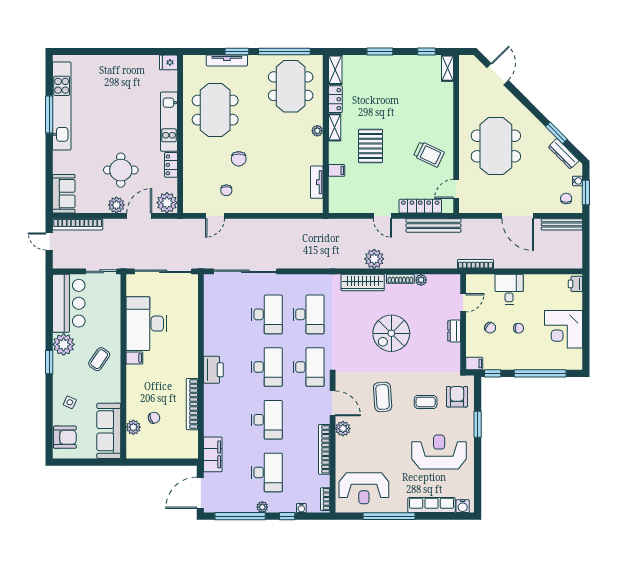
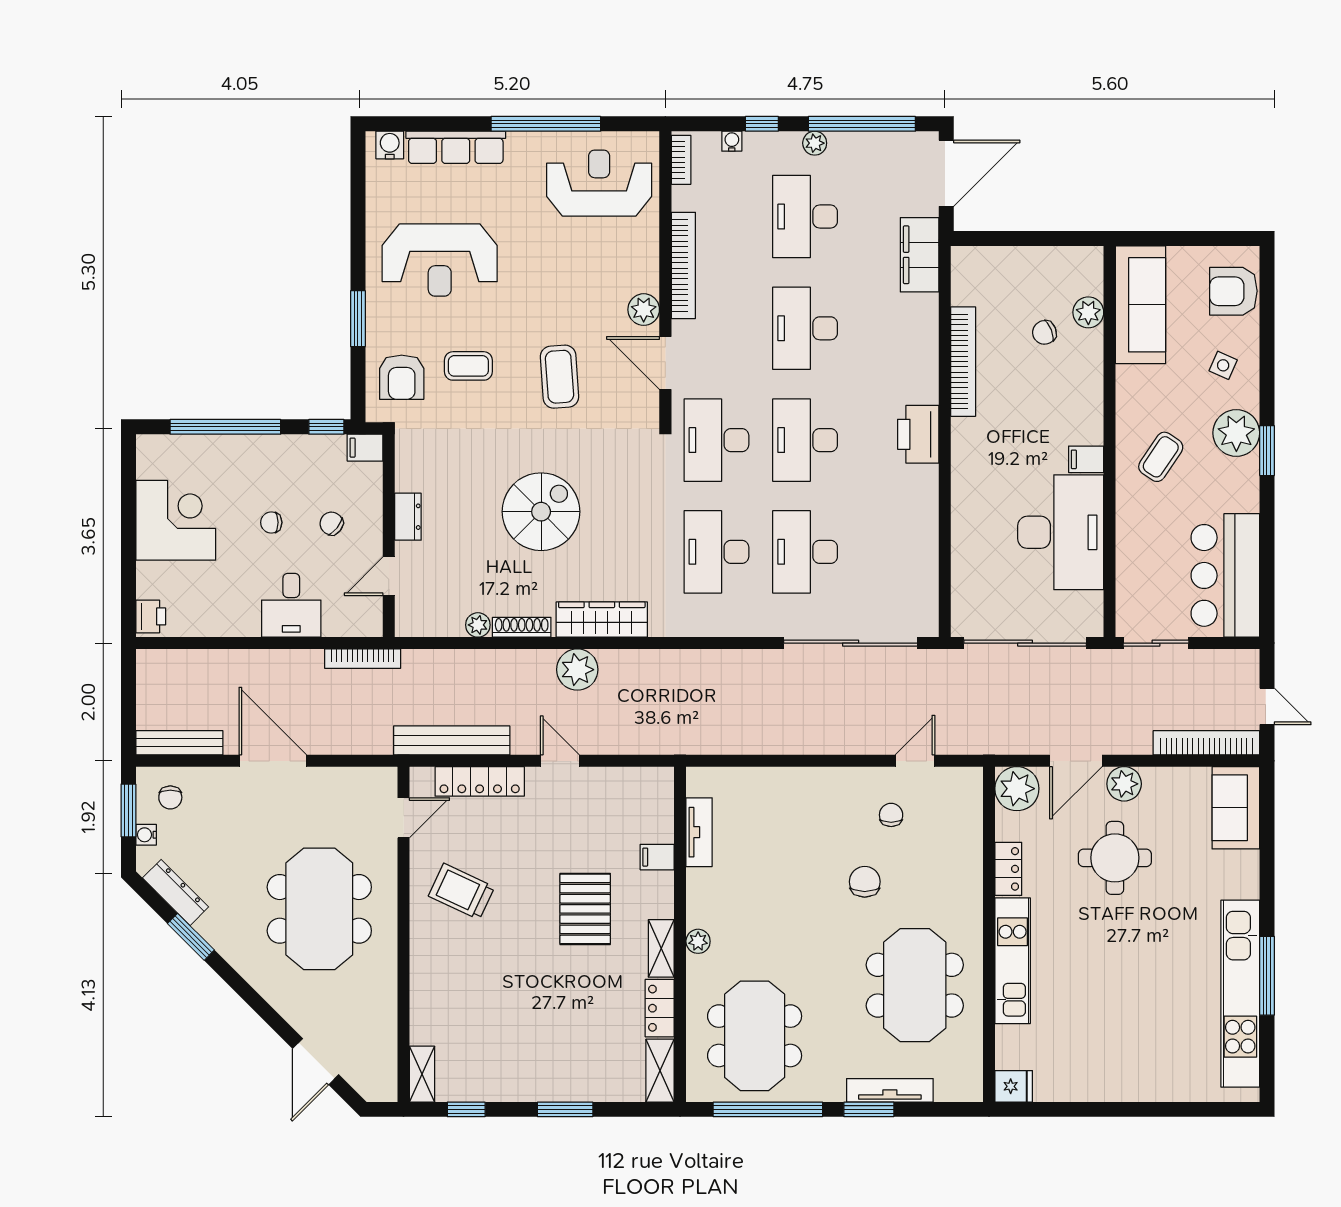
plant: (64, 344) -> (1236, 433), moved

